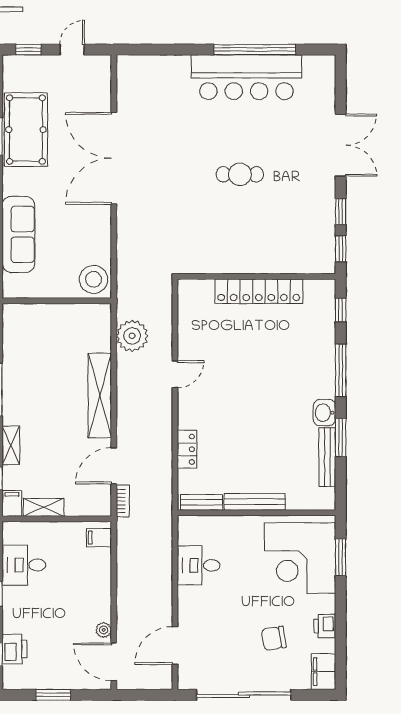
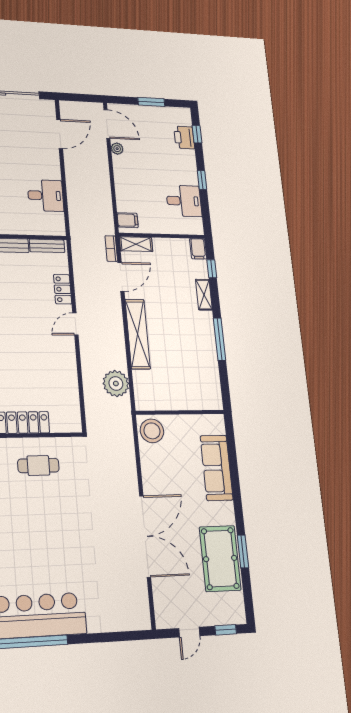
cafe table: (240, 174) -> (38, 466), moved
door: (175, 374) -> (75, 324), moved
shelving: (43, 507) -> (136, 244), moved

